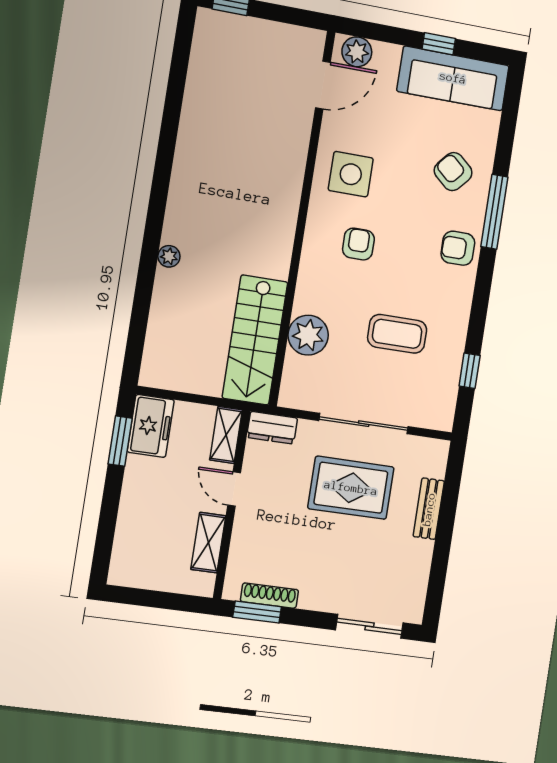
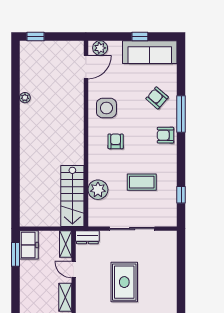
plant: (169, 256) -> (25, 98), moved
rug: (351, 488) -> (124, 282), moved, turned 90
bench: (429, 509) -> (171, 266), removed

